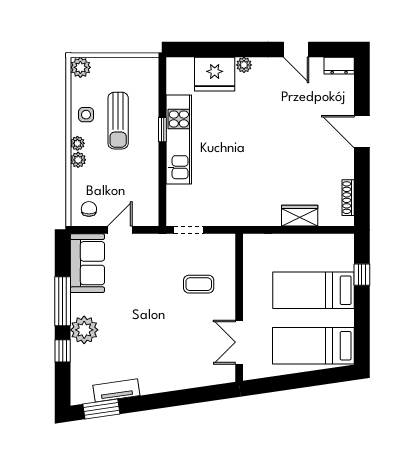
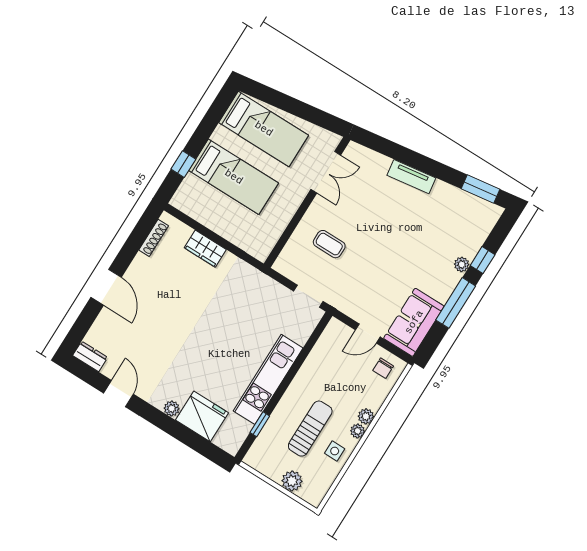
plant: (80, 67) -> (292, 481), moved
window: (162, 130) -> (260, 424), moved
plant: (84, 330) -> (462, 264), width x0.53, depth x0.53
tv unit: (116, 390) -> (411, 177), moved

